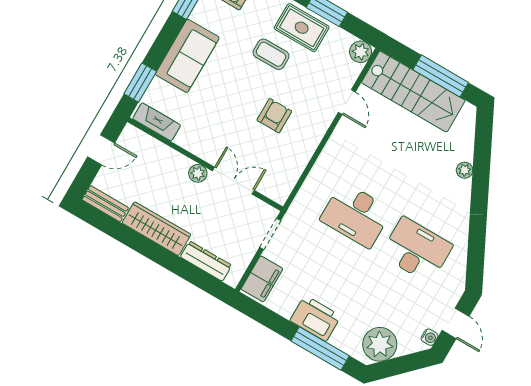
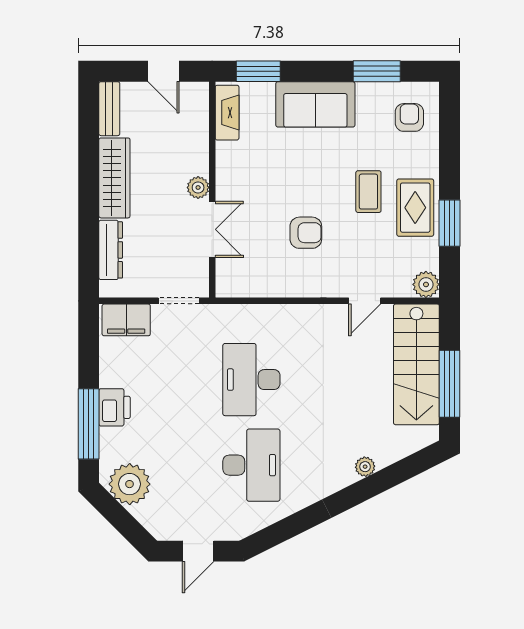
printer: (315, 318) -> (114, 407), width x0.73, depth x0.84
water cooler: (429, 337) -> (168, 532), removed

